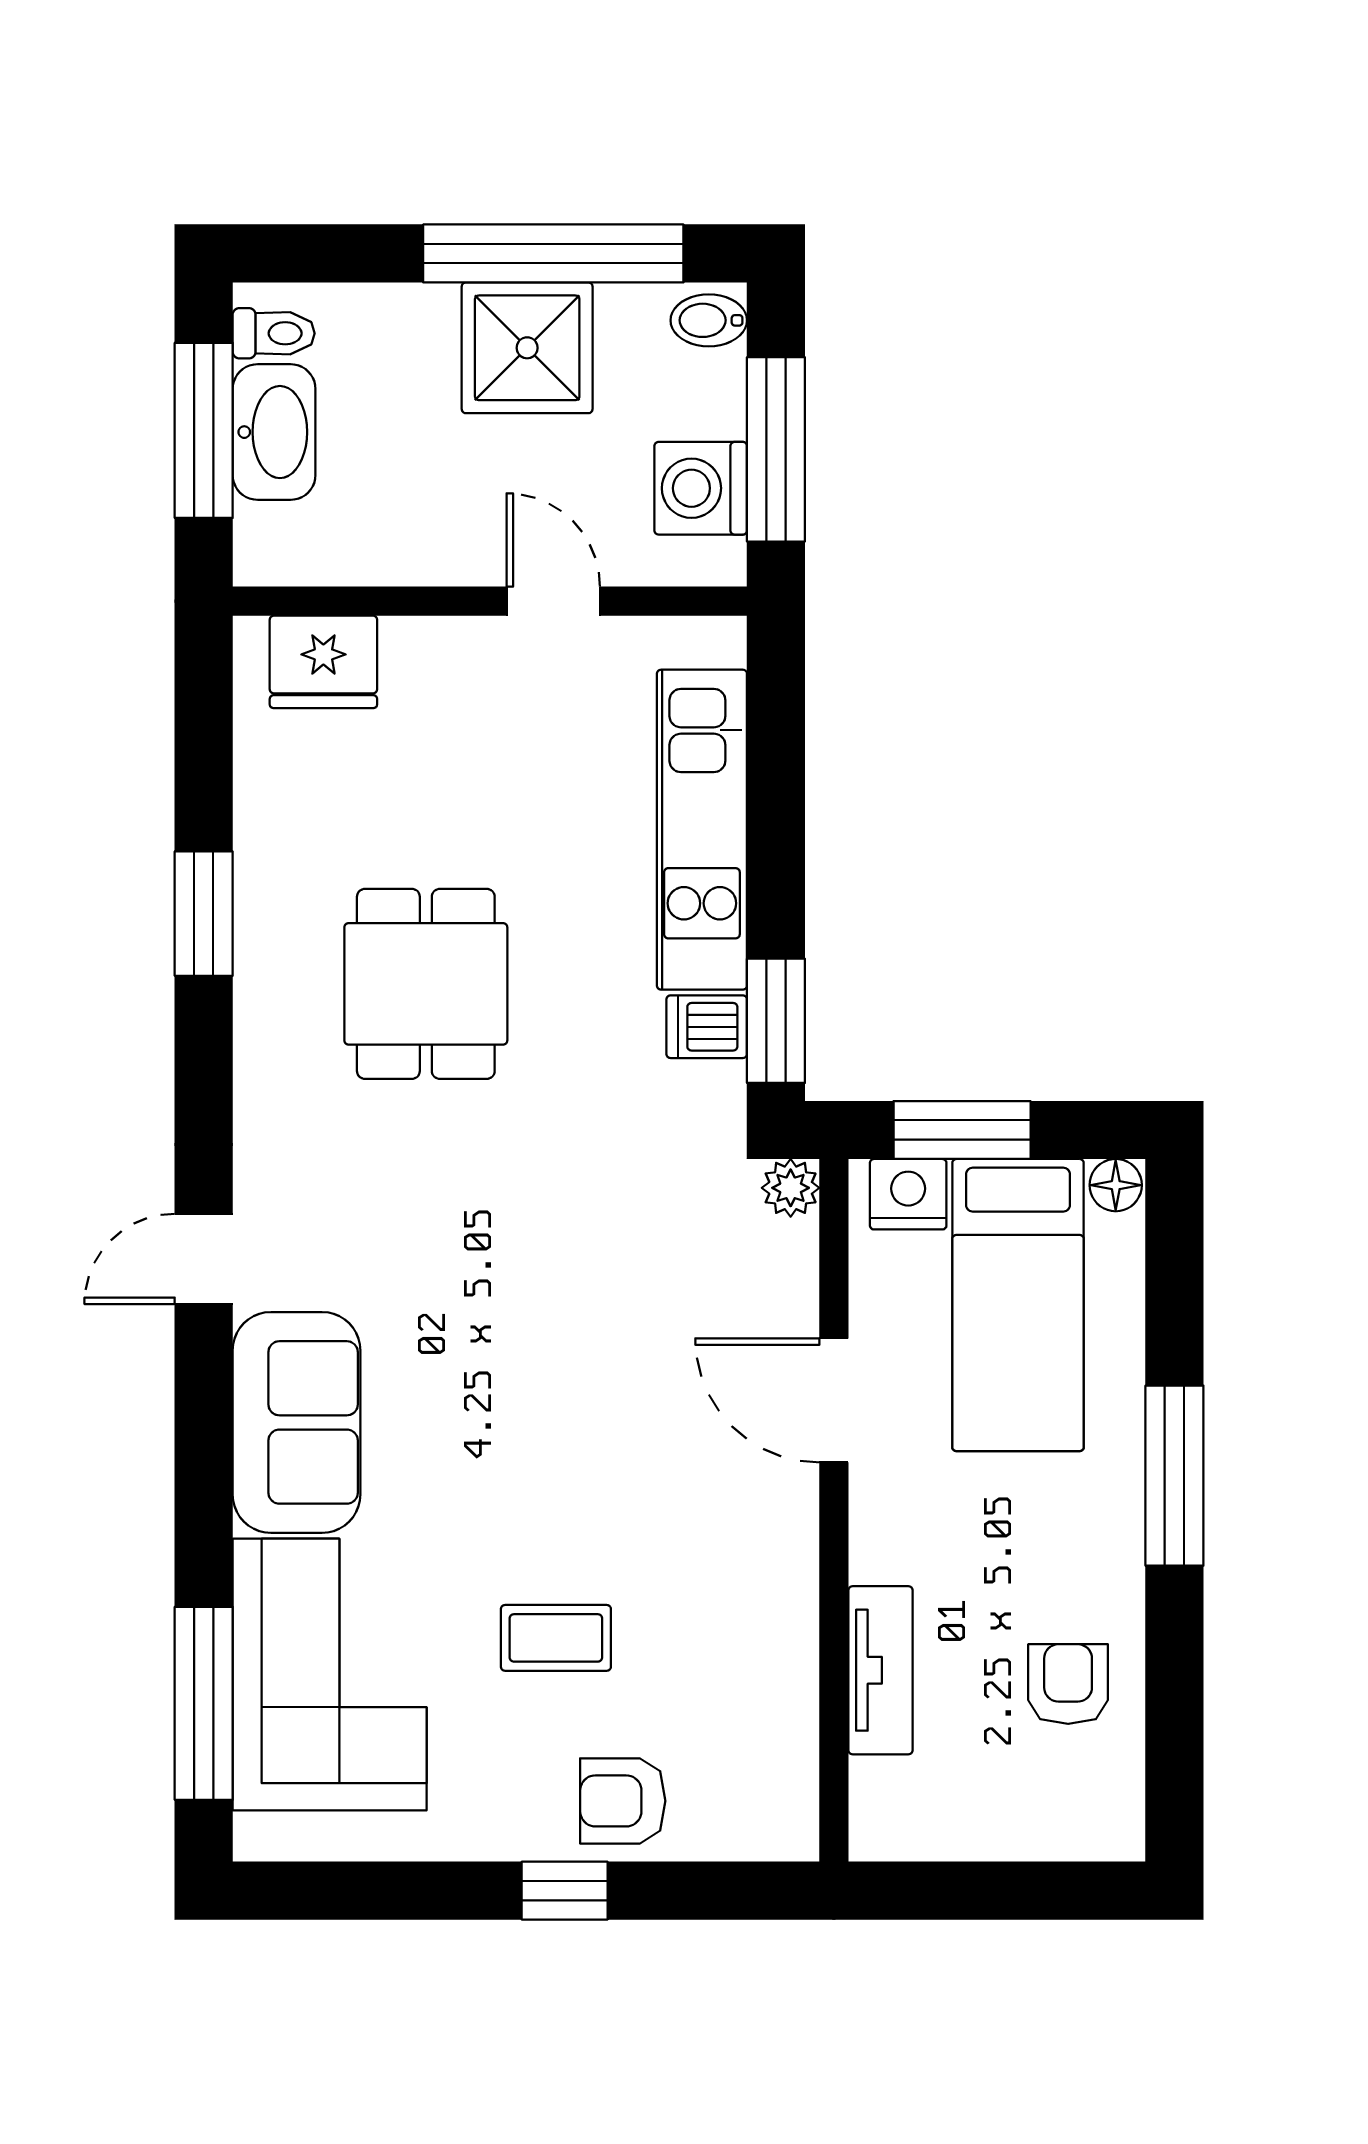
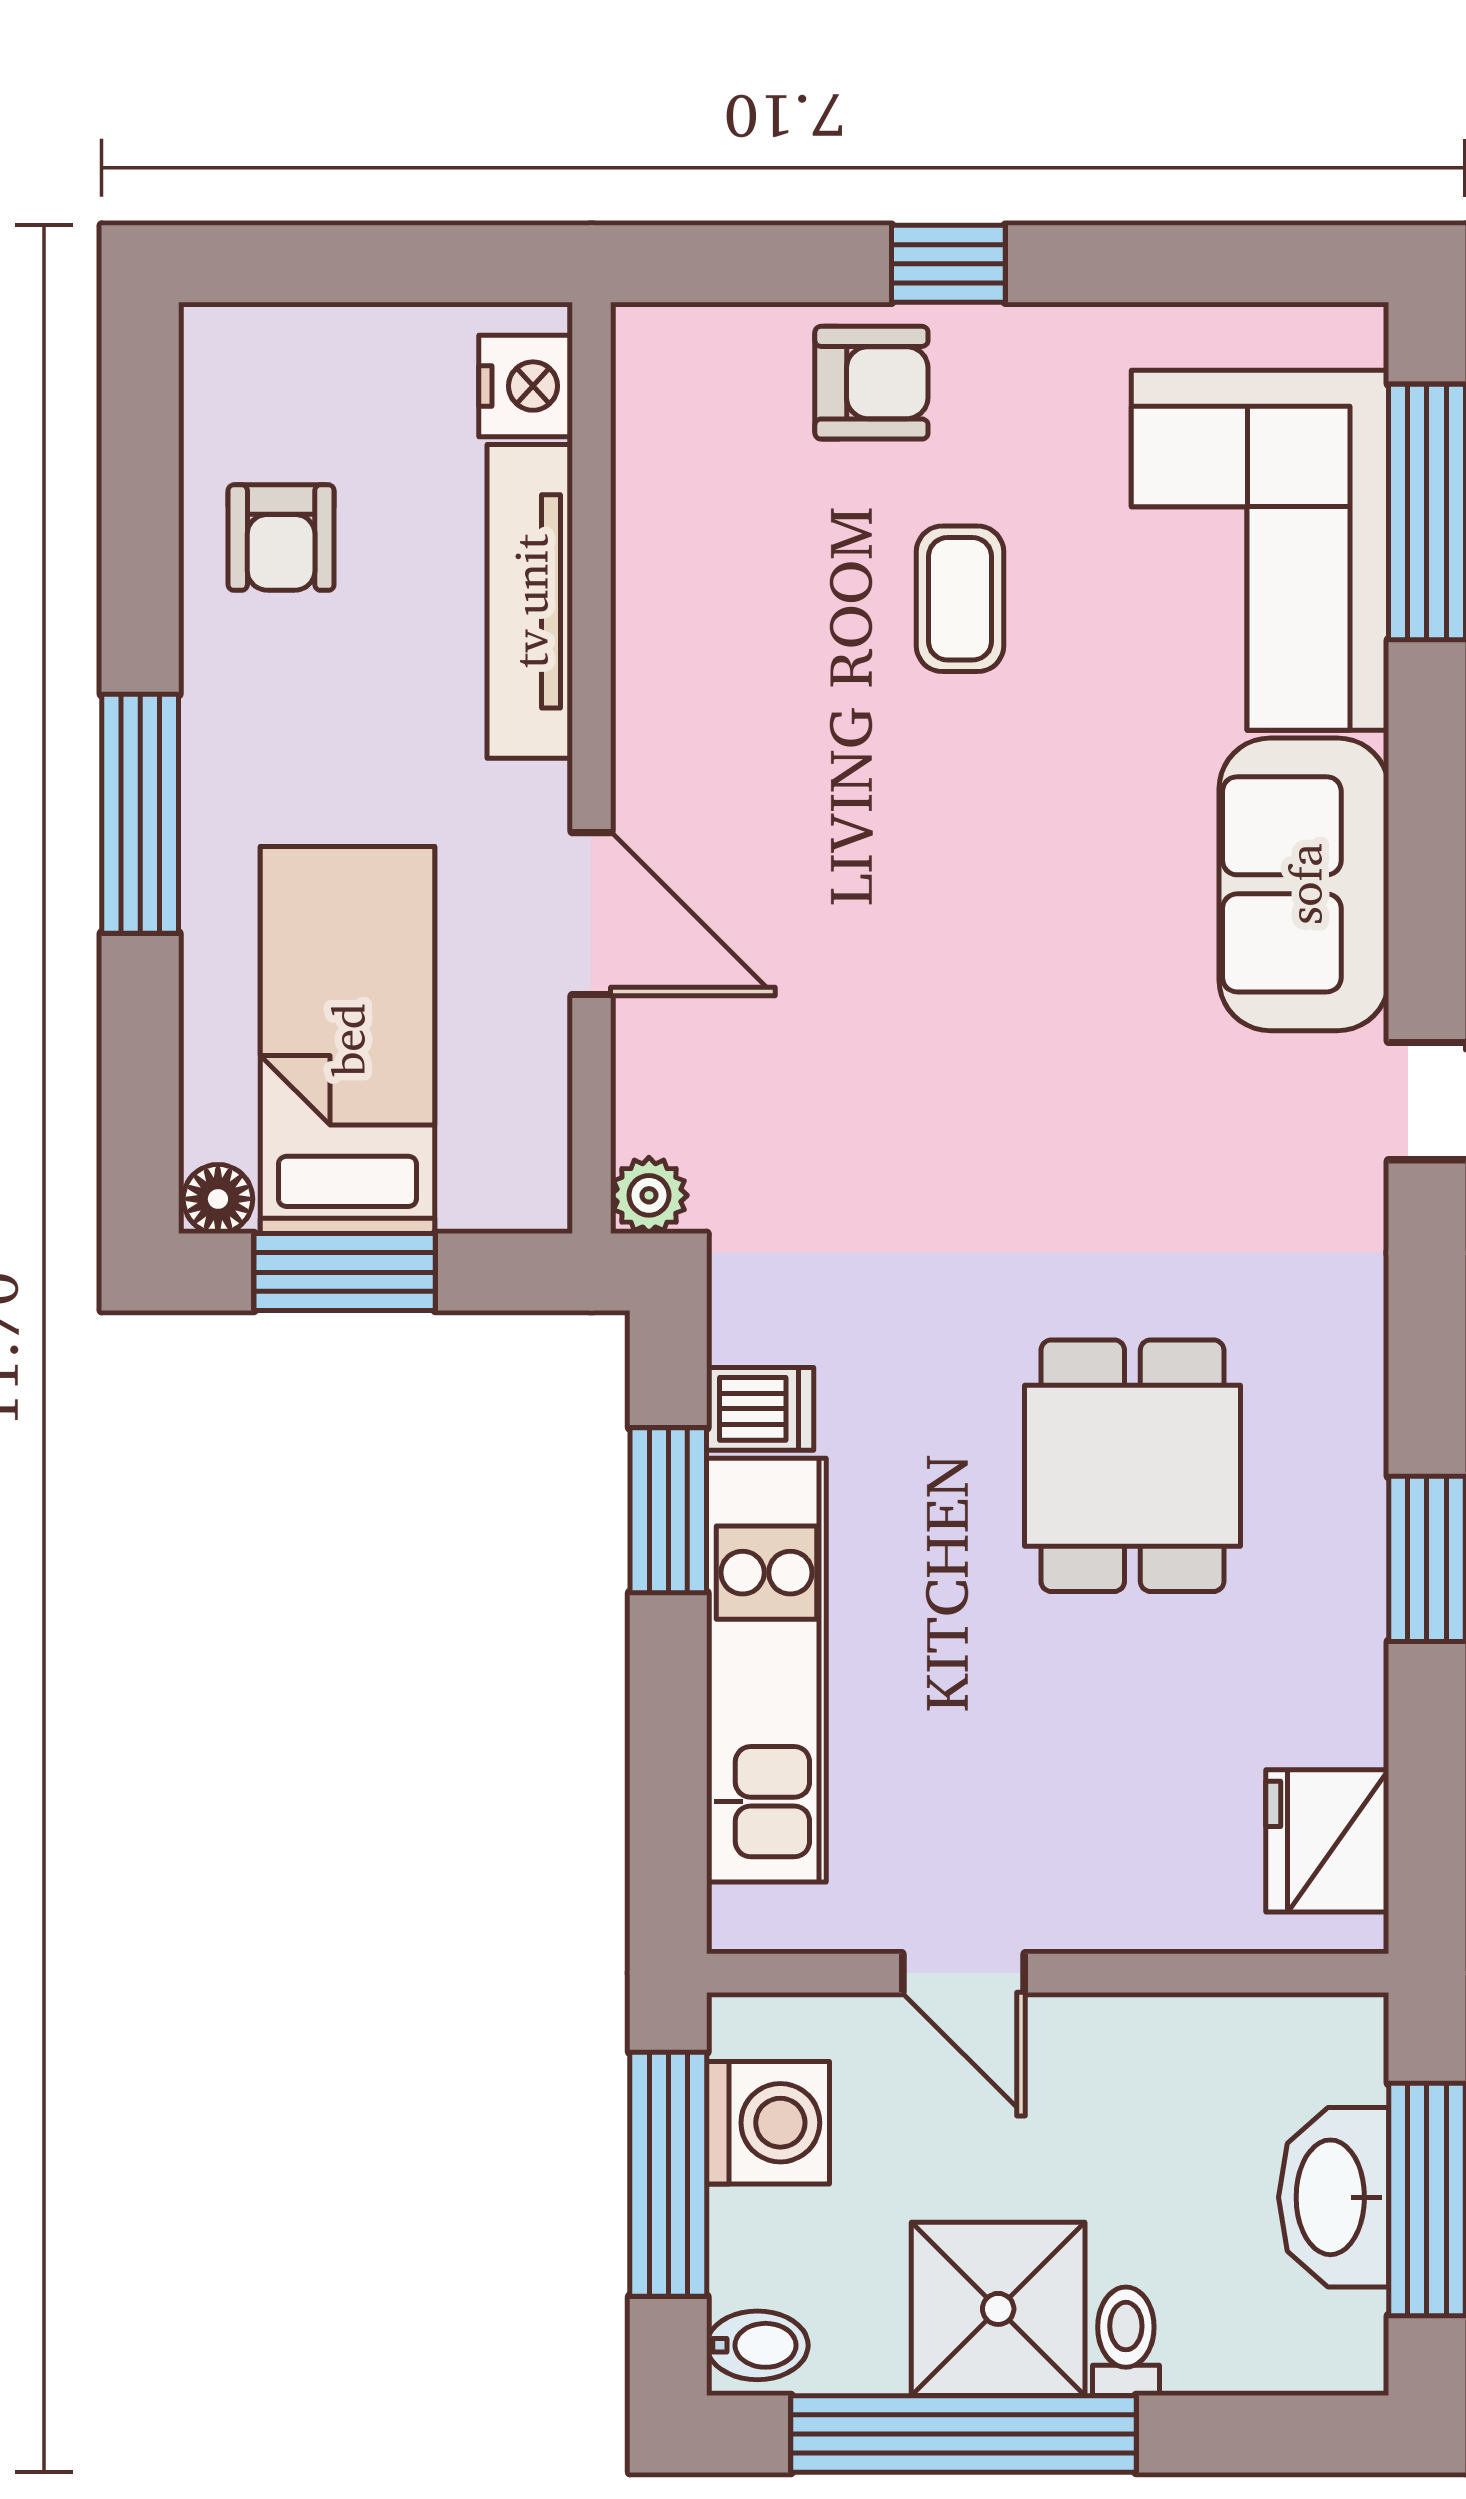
toilet: (274, 333) -> (1126, 2341), moved, turned 90
fridge: (323, 662) -> (1327, 1841), moved, turned -90
window: (776, 1021) -> (668, 1510), moved
window: (962, 1130) -> (345, 1272), moved
nightstand: (908, 1194) -> (526, 386), moved, turned -90
coffee table: (556, 1638) -> (960, 599), turned 90
tv unit: (880, 1670) -> (530, 601), width x1.41

